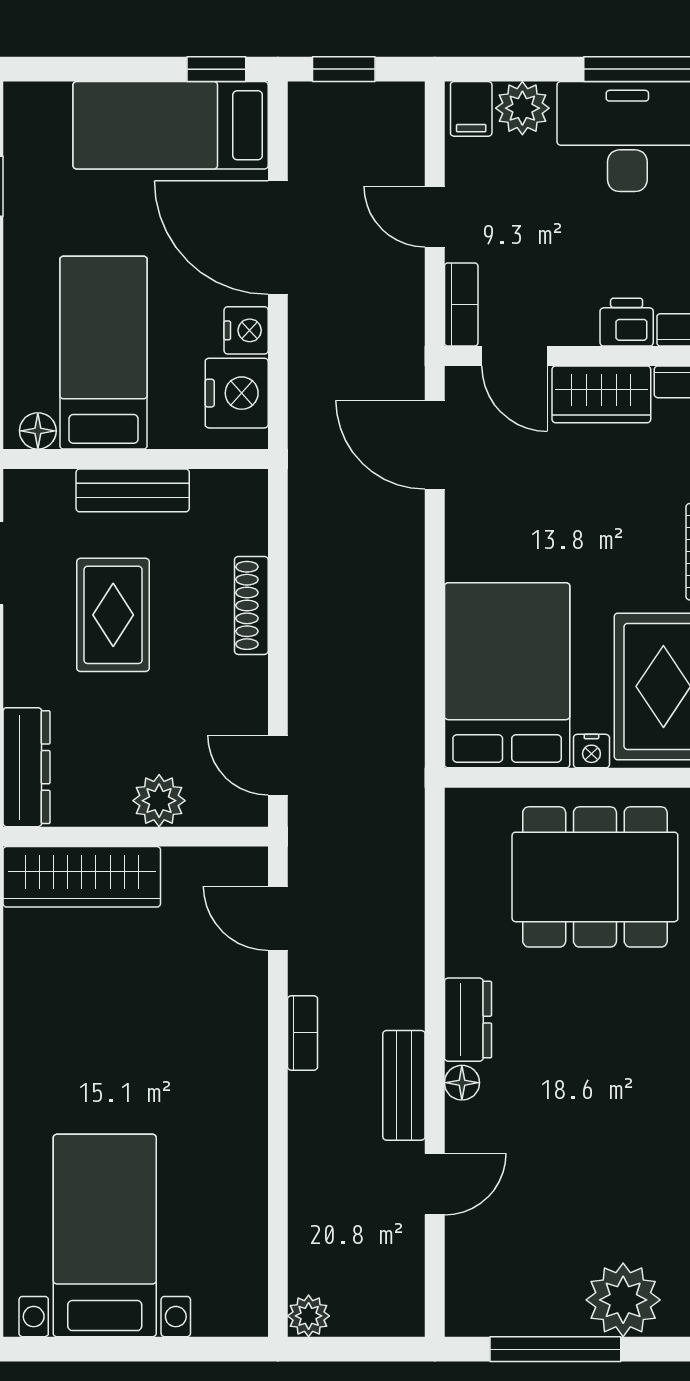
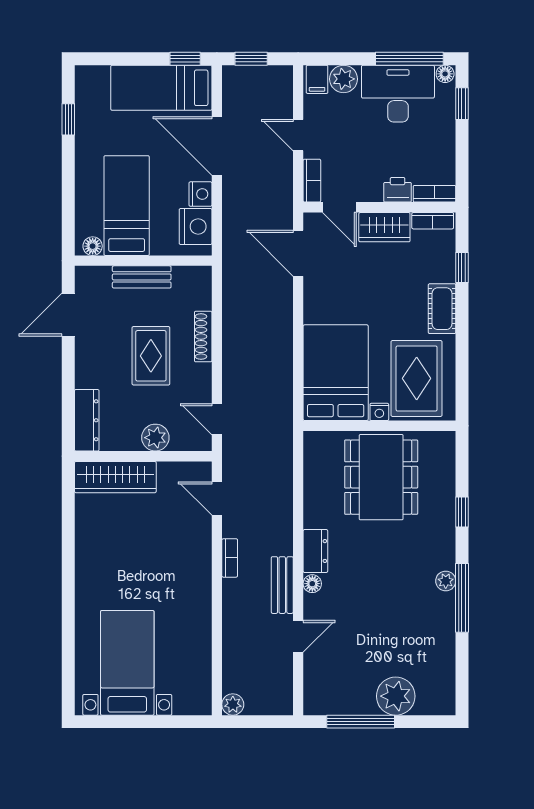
rug: (113, 615) -> (151, 356), moved
dining table: (595, 877) -> (381, 477), turned 90

